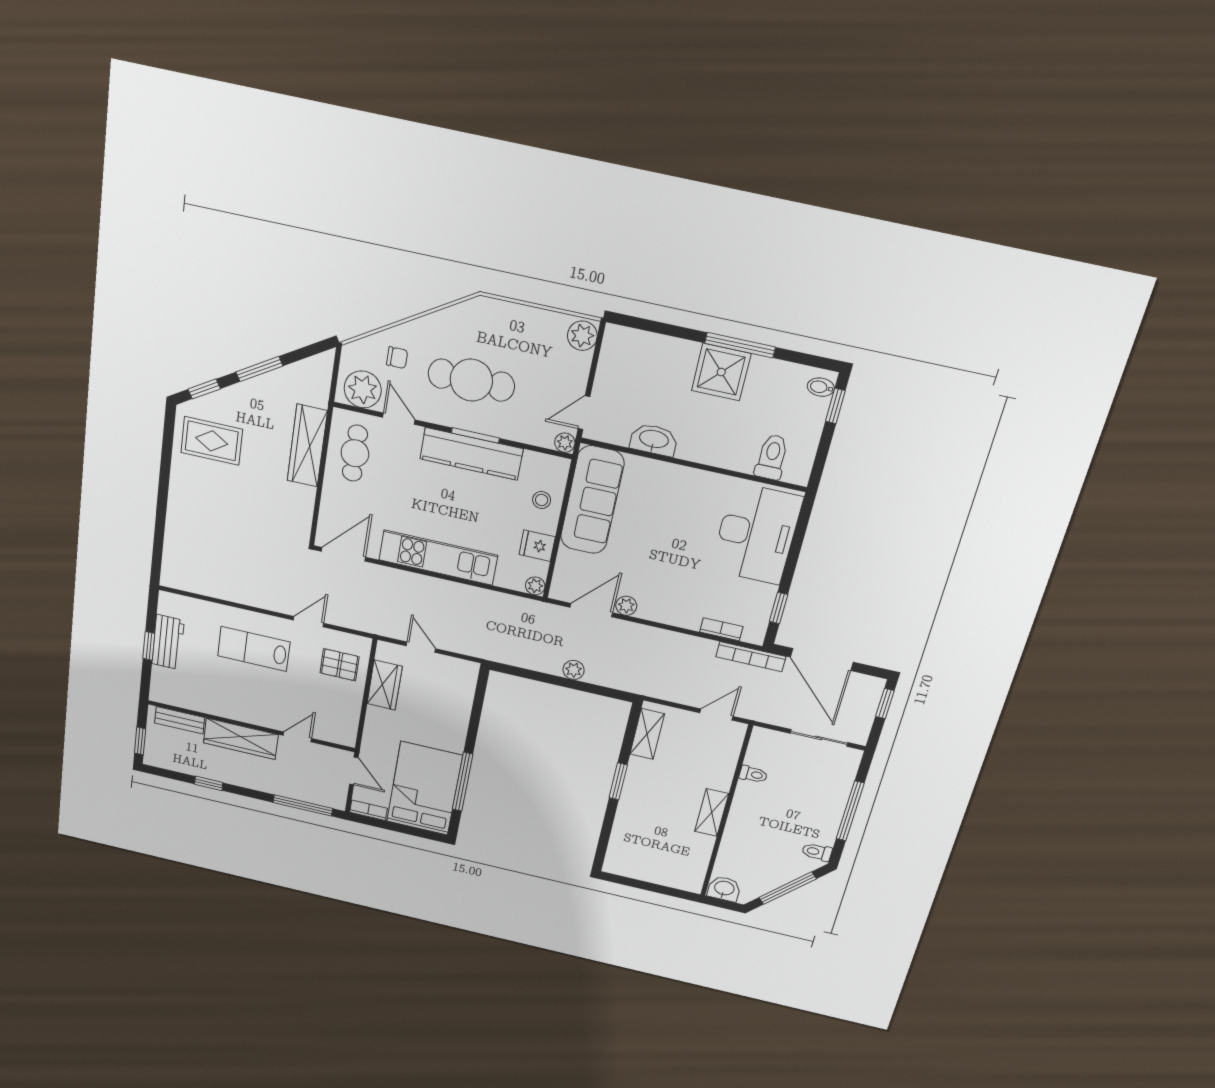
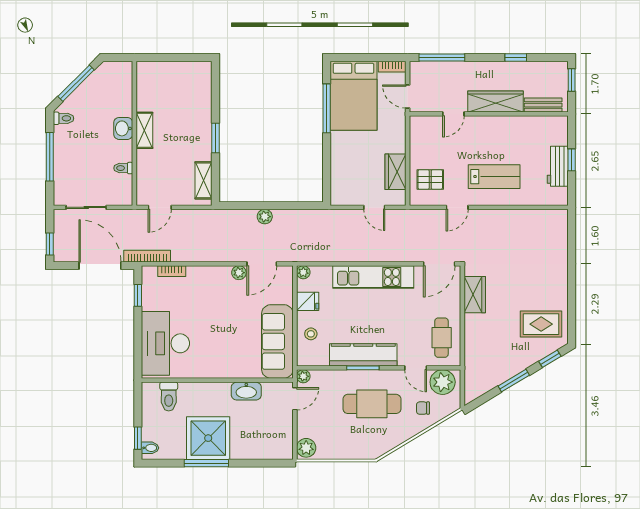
shower: (721, 372) -> (208, 438), width x1.37, depth x1.37
wardrobe: (307, 446) -> (475, 295), moved, width x0.67
washbasin: (724, 889) -> (123, 128), moved, turned 90

